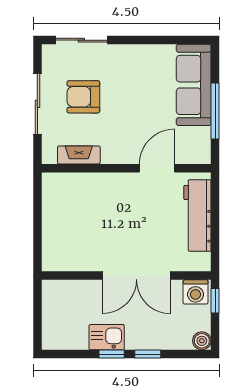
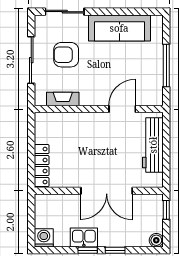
sofa: (194, 85) -> (119, 28), moved, turned -90
locker: (51, 243) -> (42, 166), added
washing machine: (196, 292) -> (44, 238), moved, turned 180

